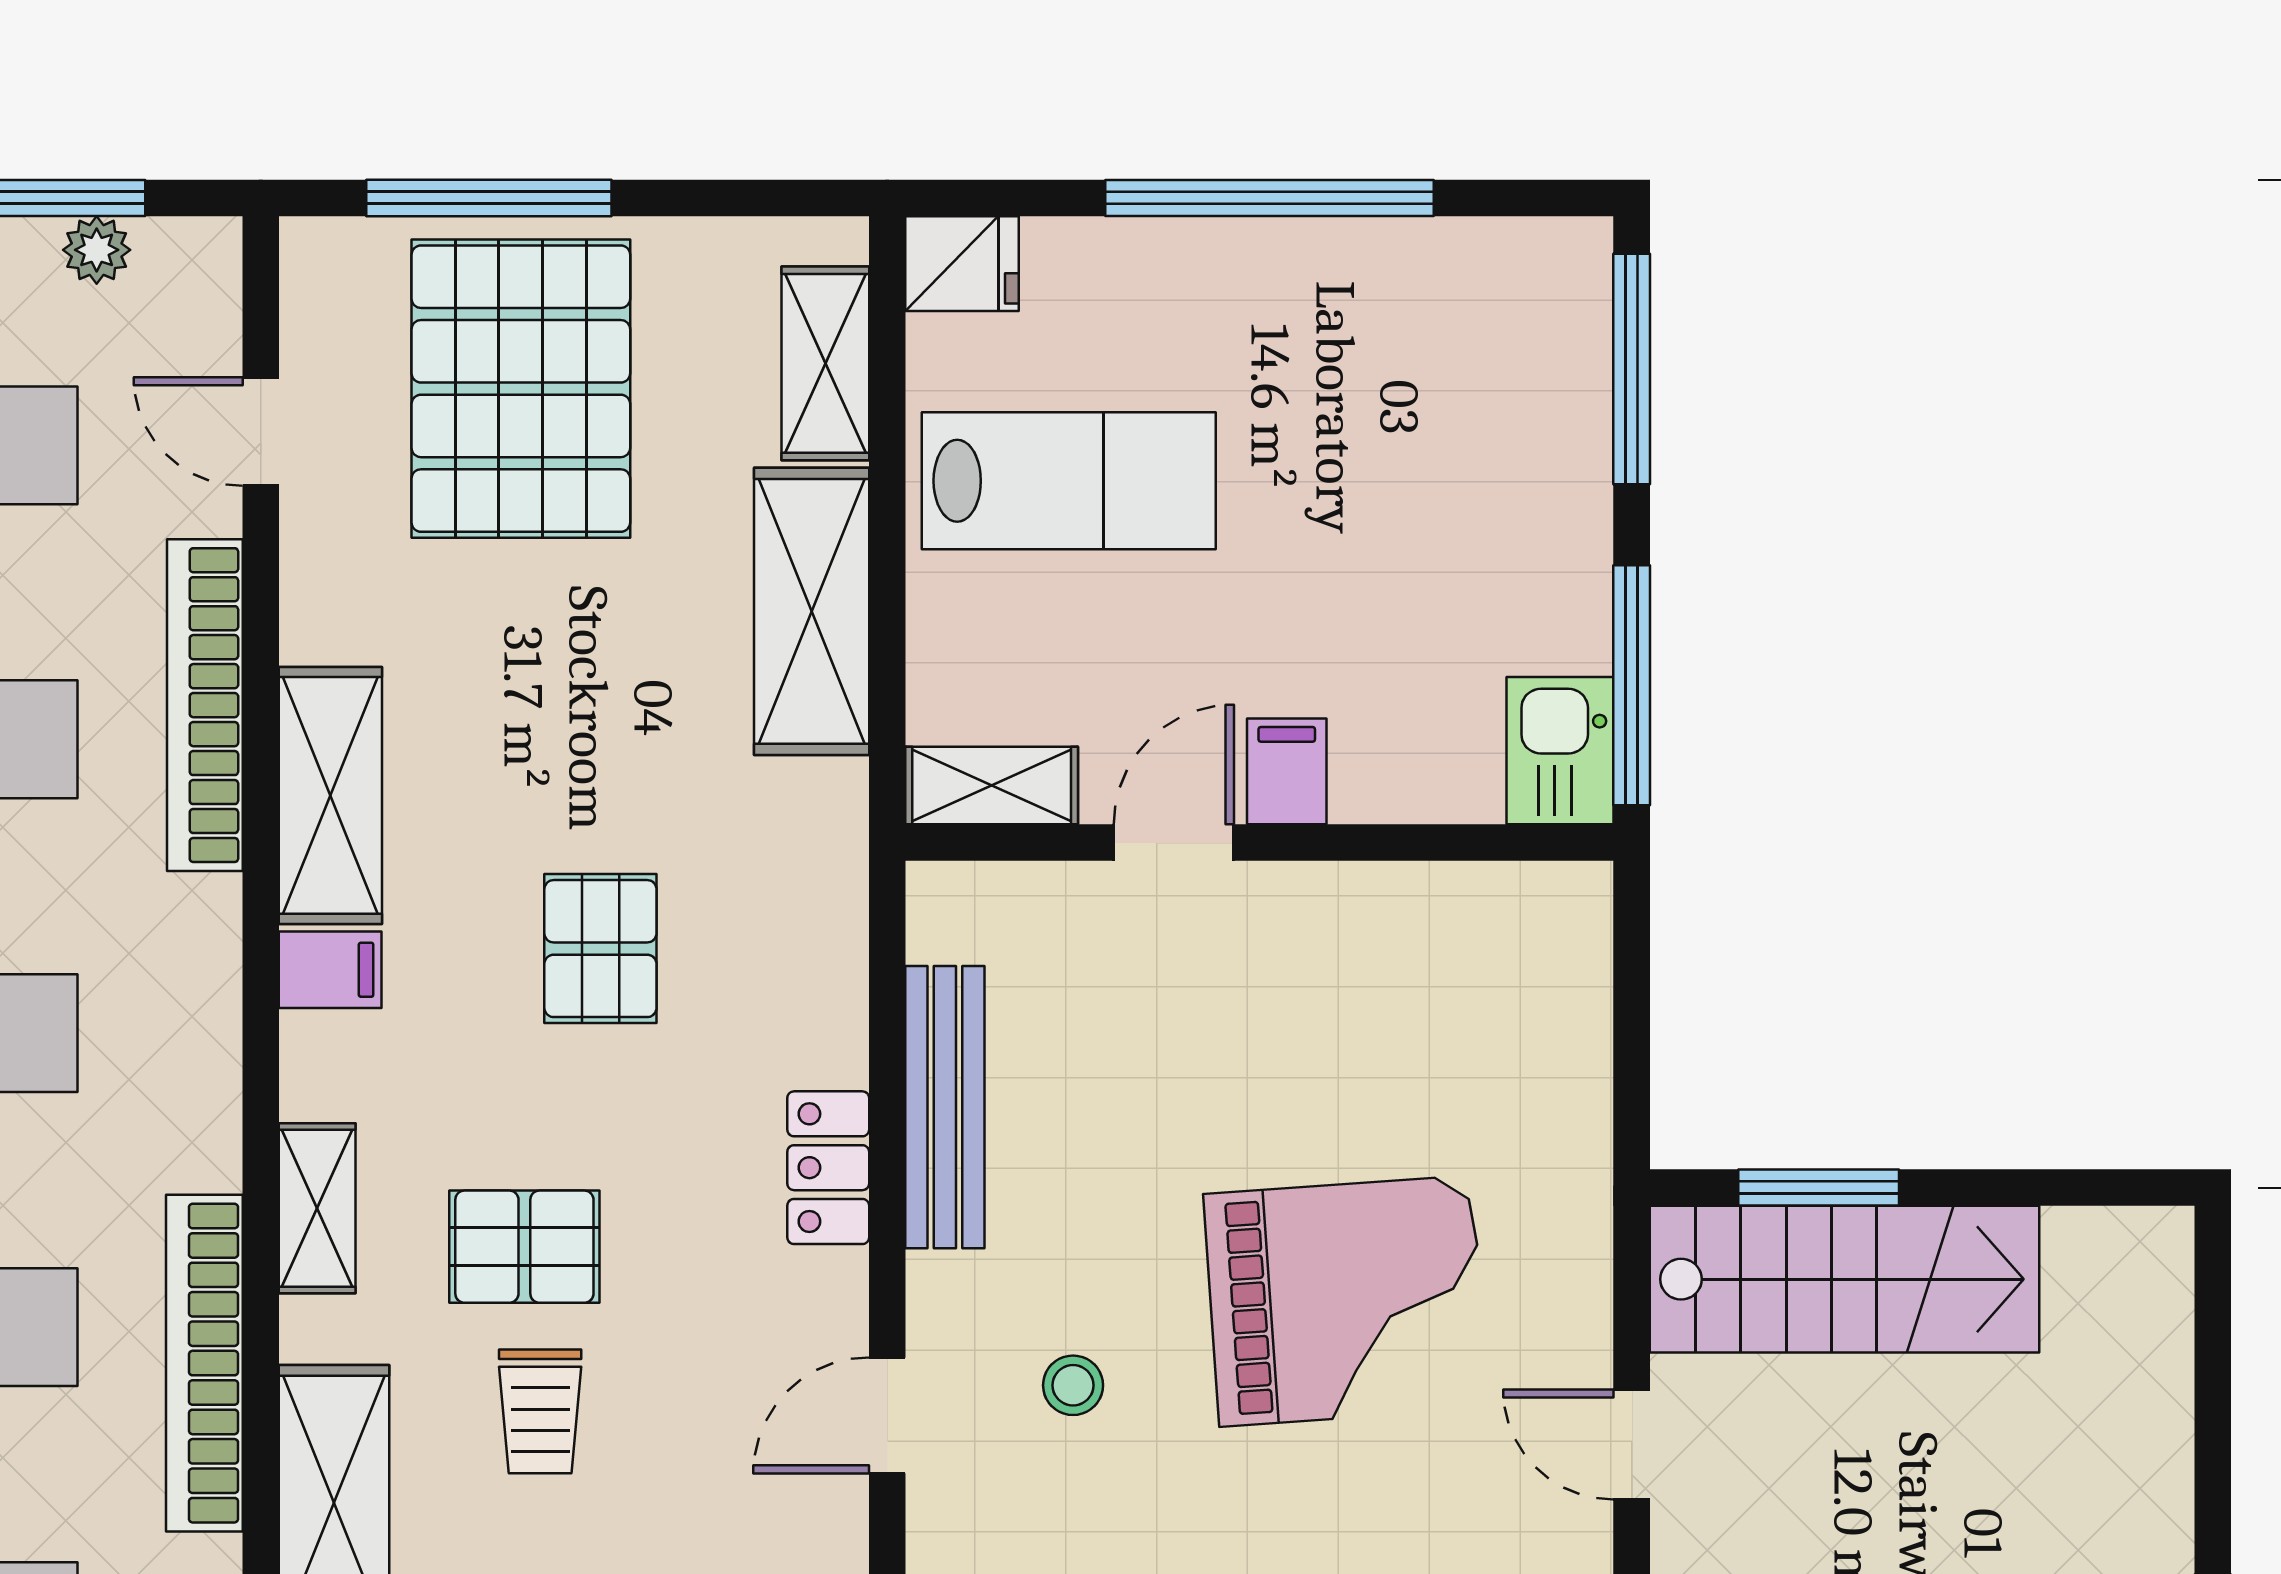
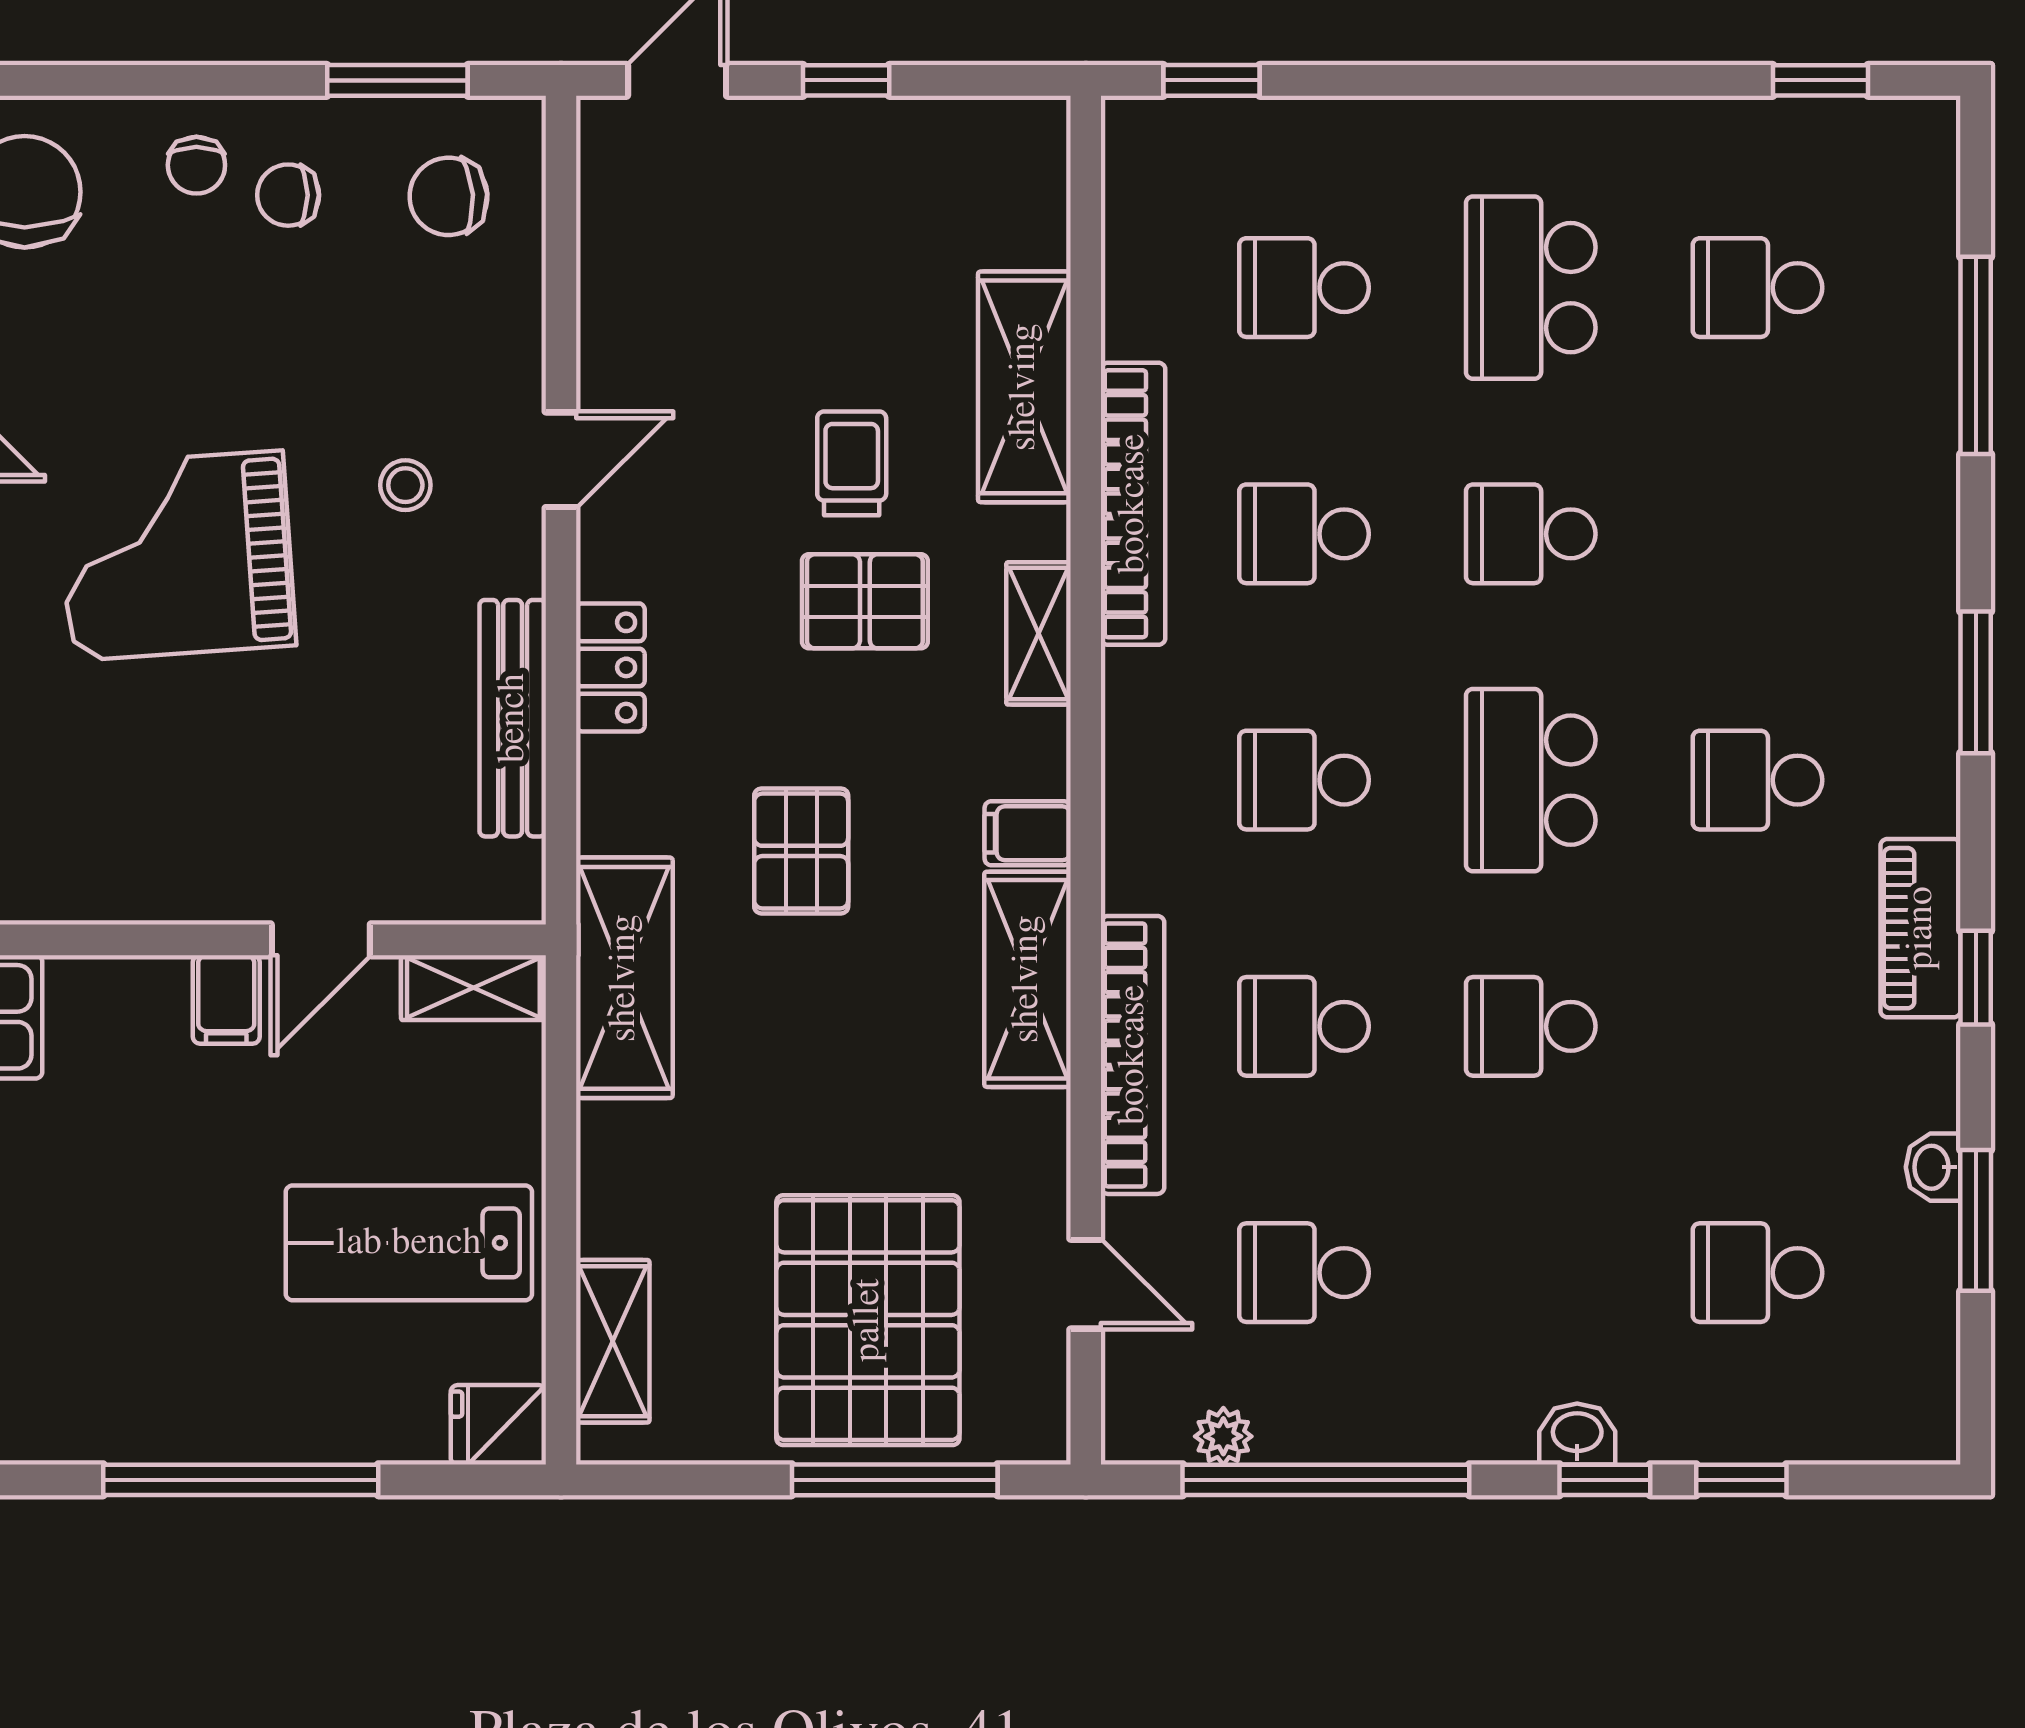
shelving: (812, 611) -> (624, 978), moved

